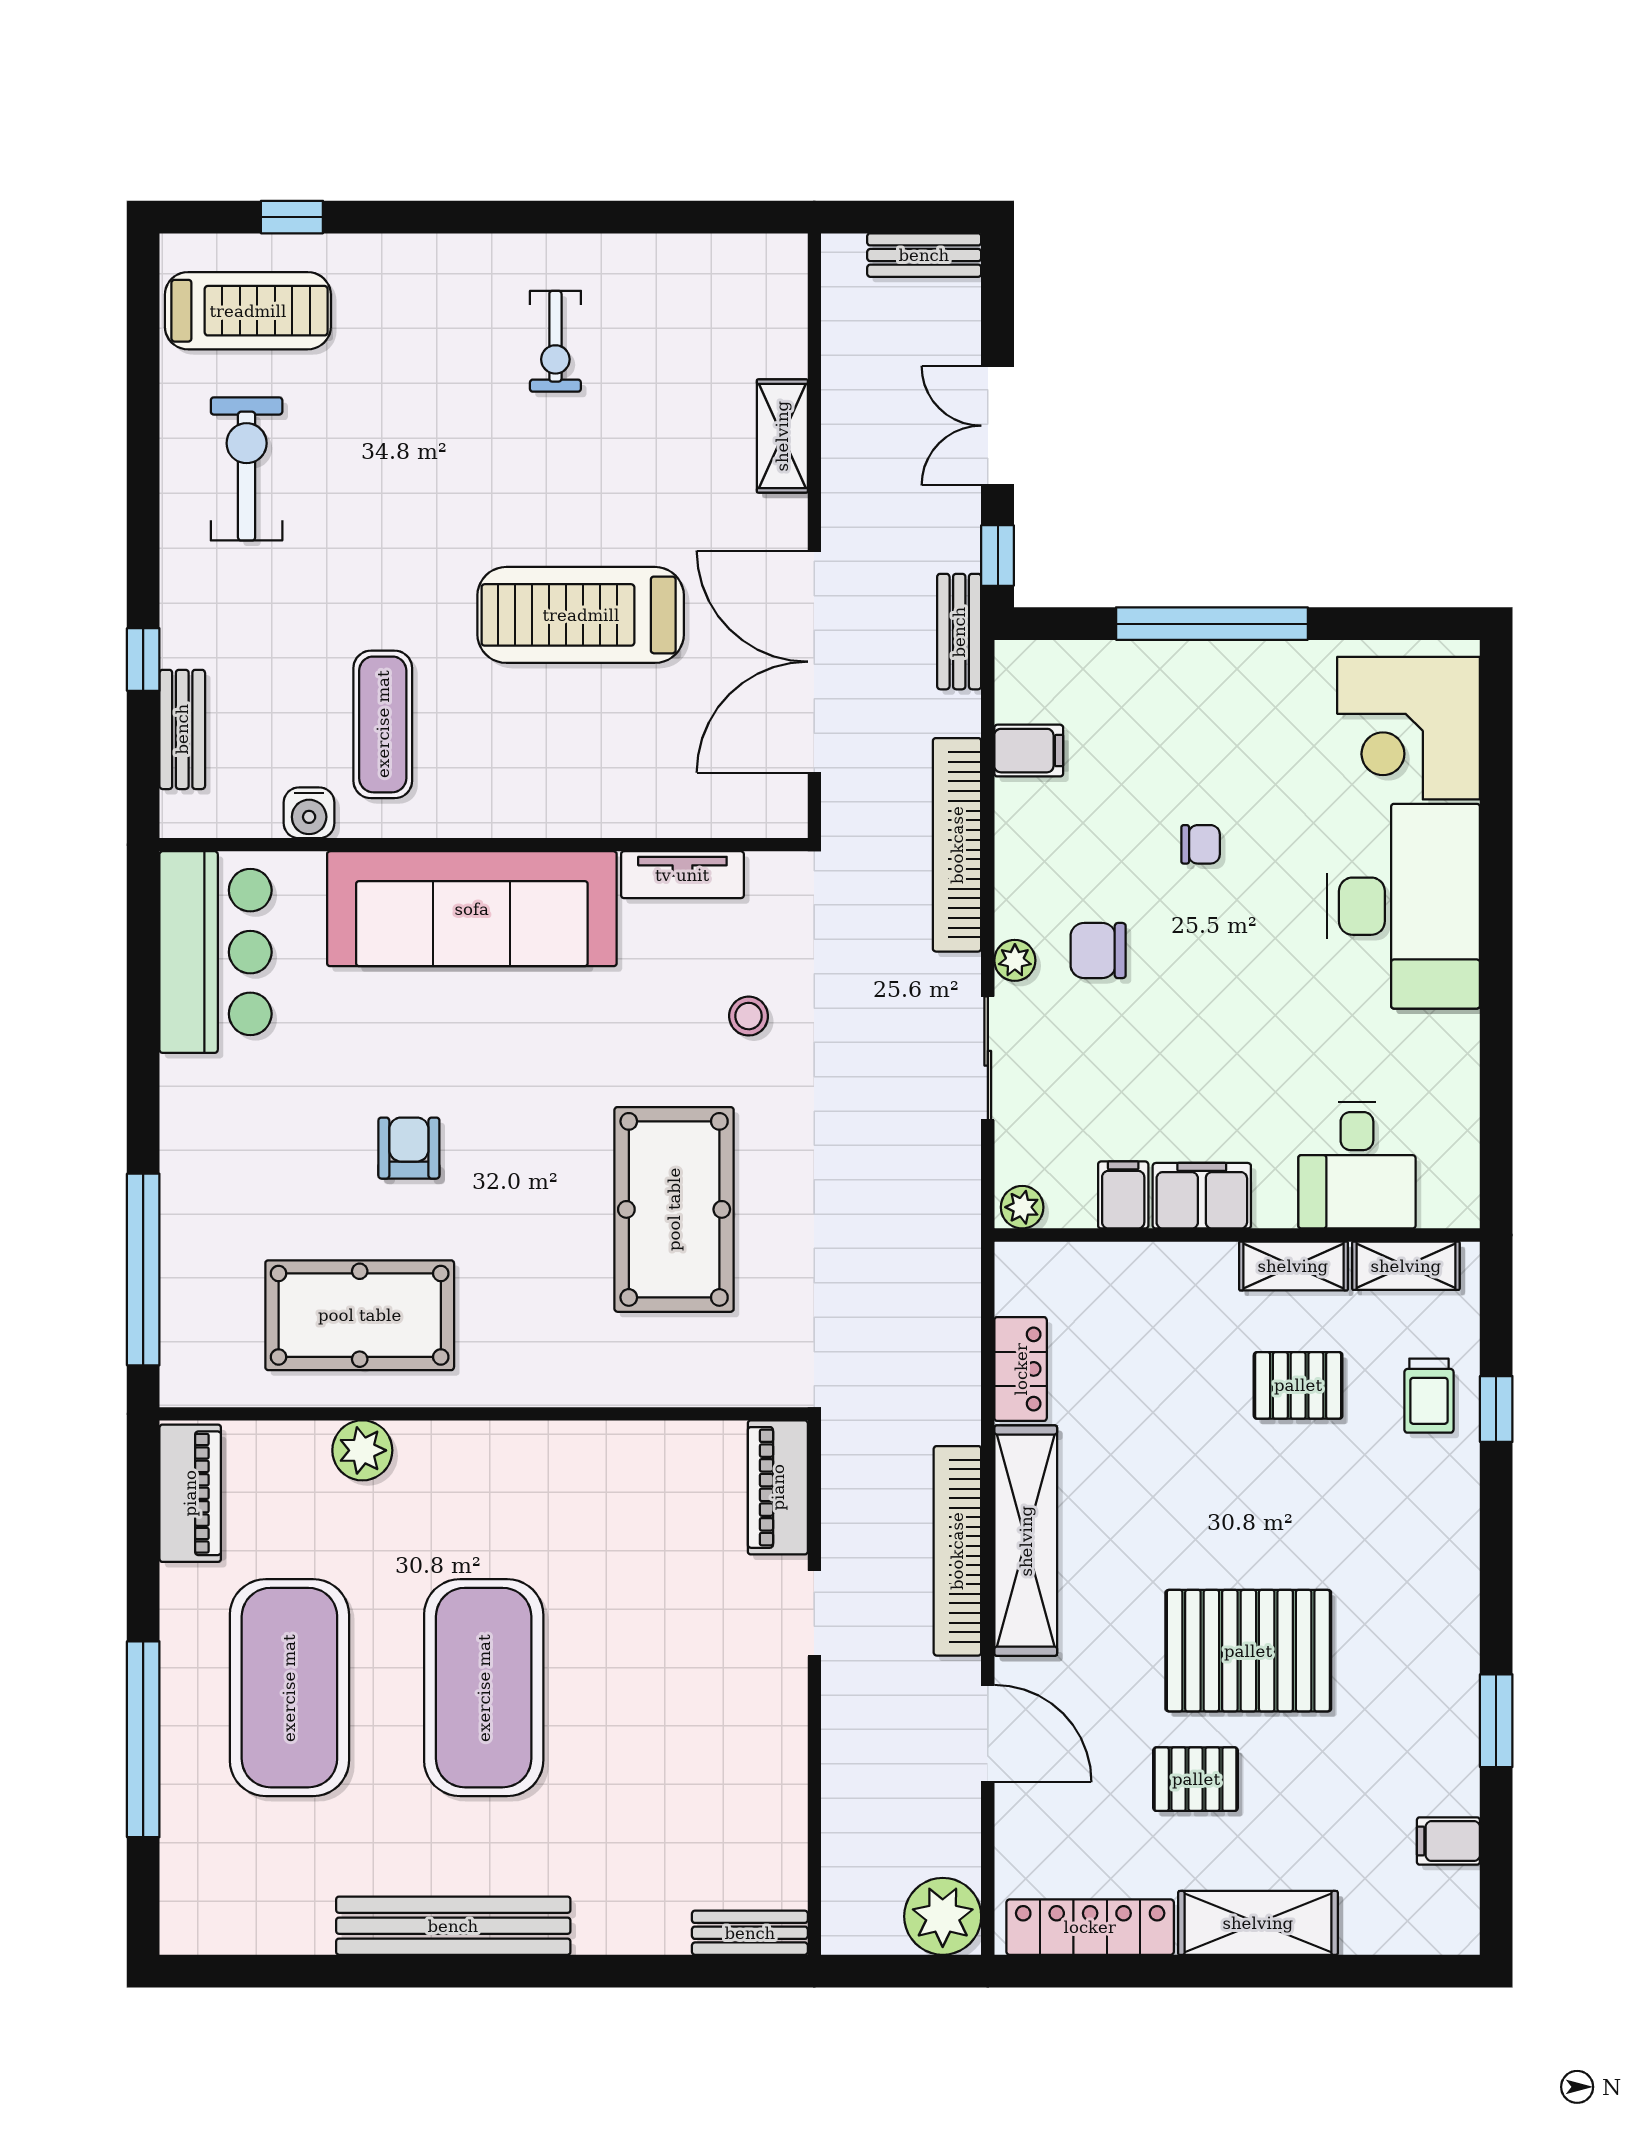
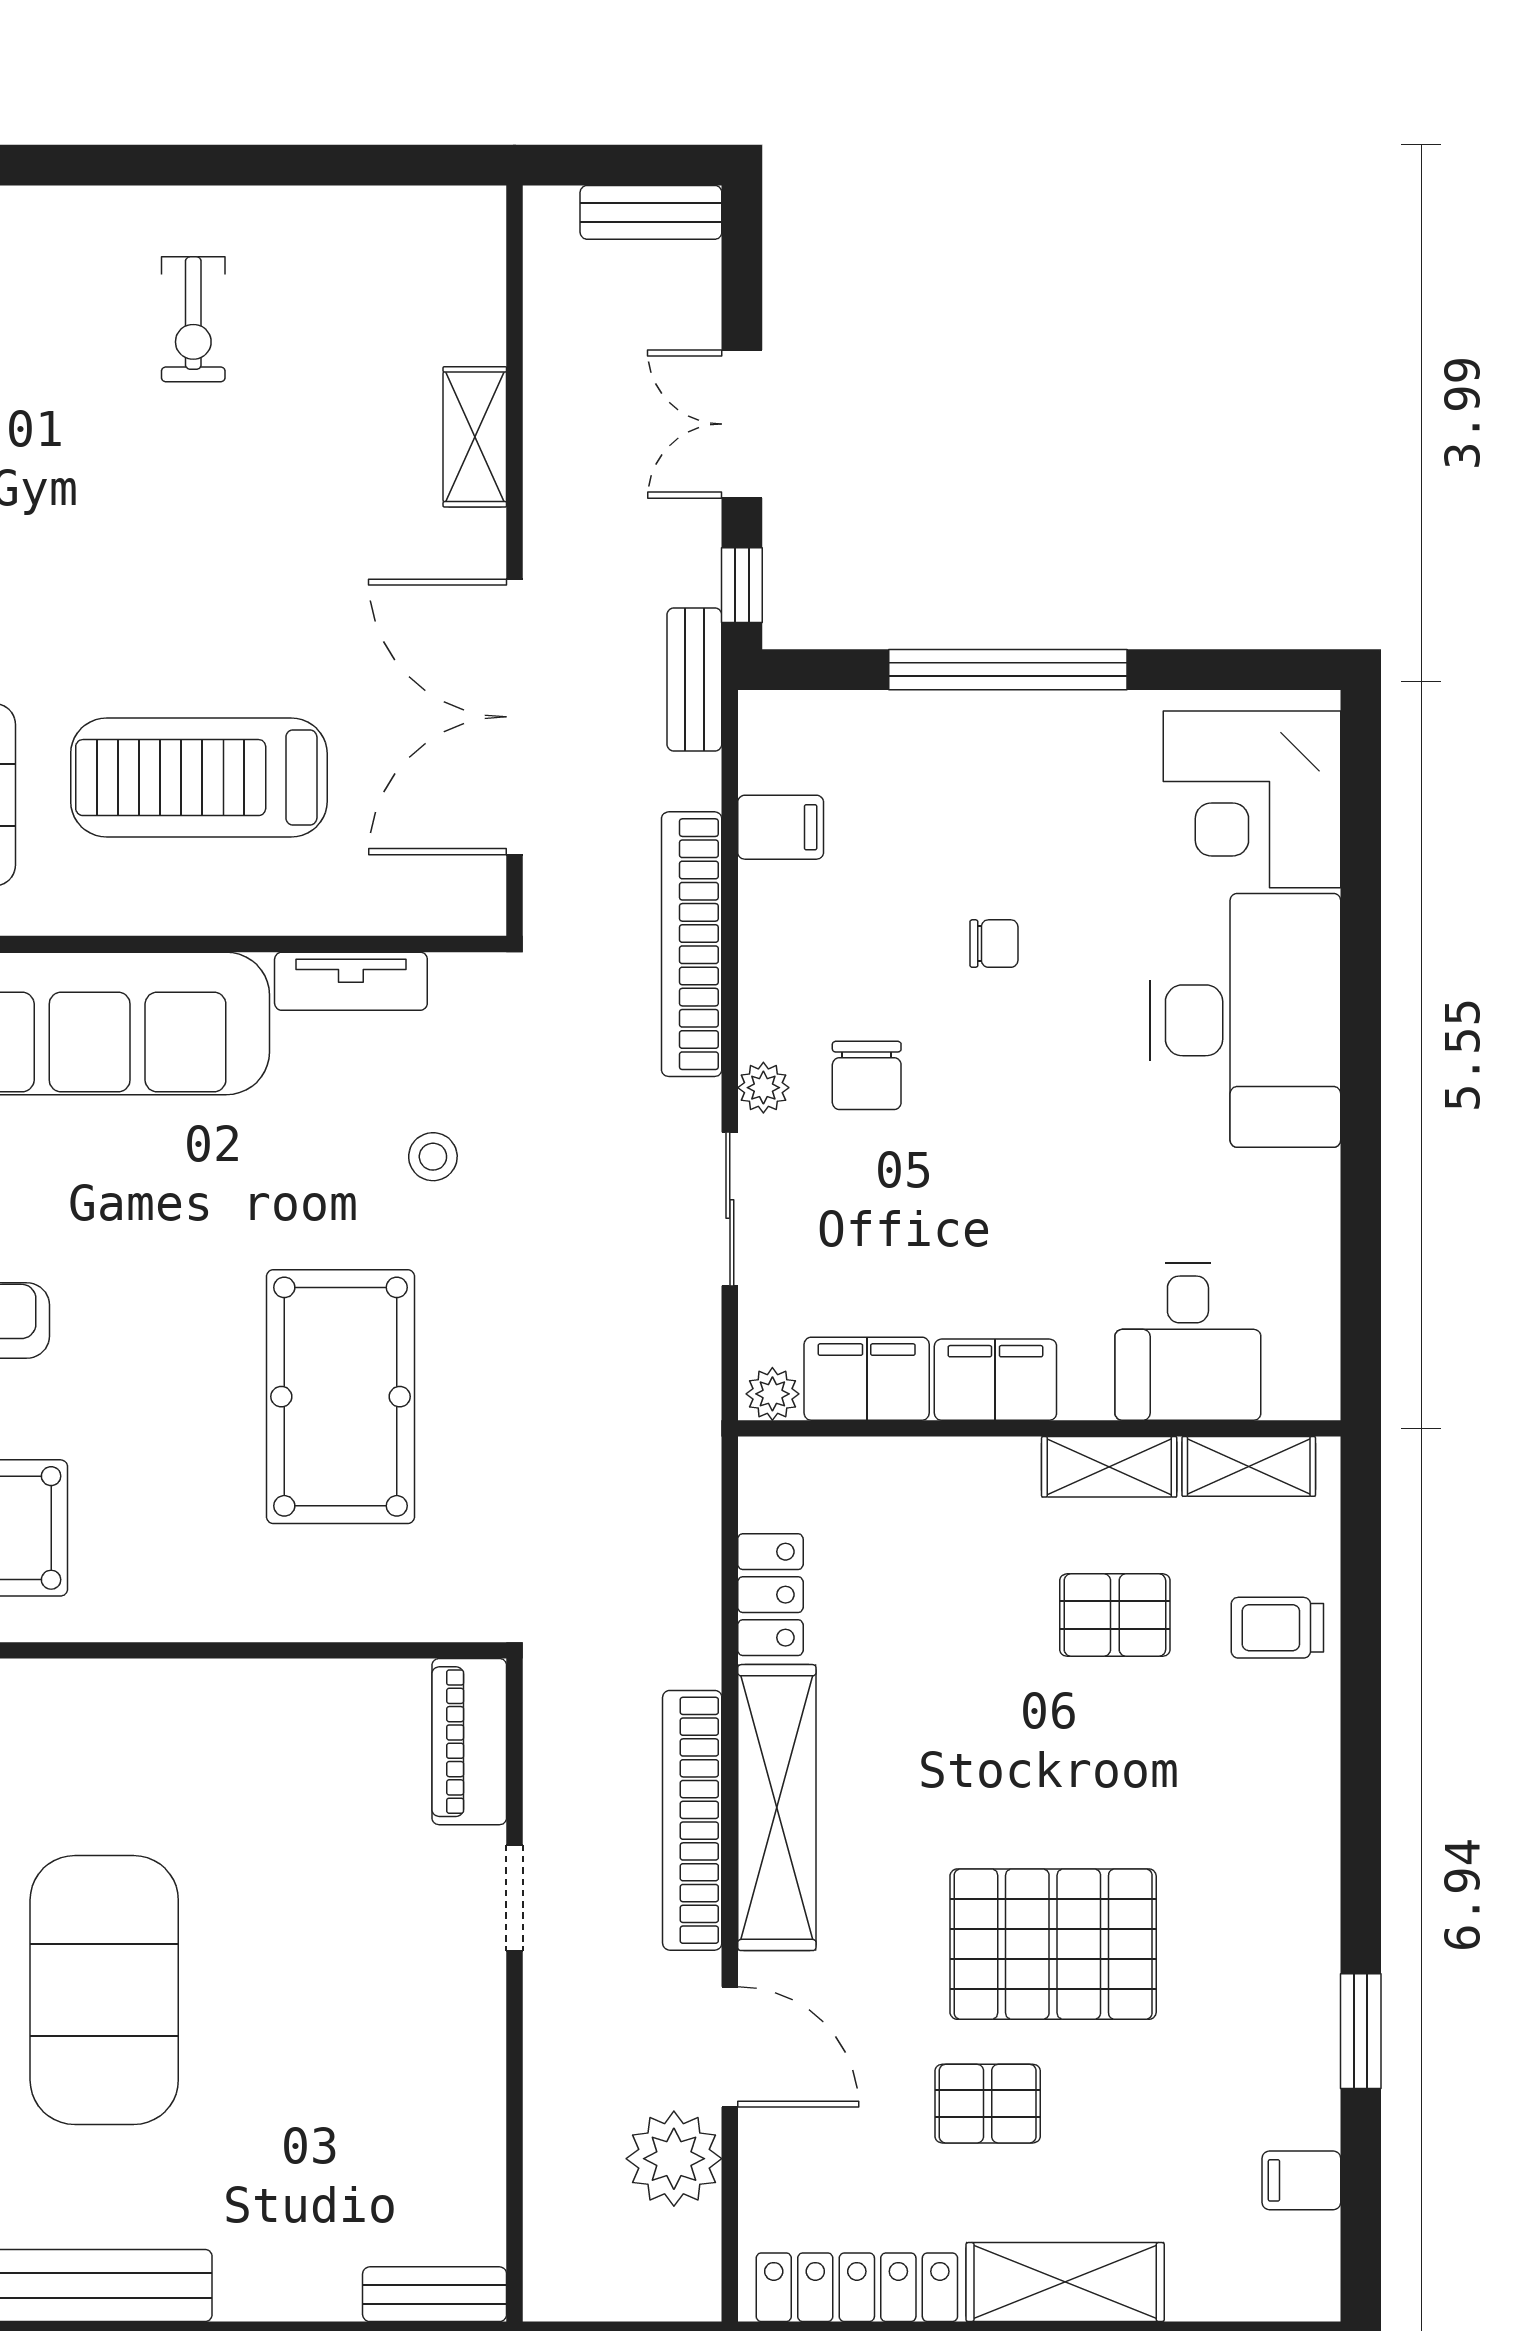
treadmill: (581, 615) -> (199, 778), moved
chair: (1098, 951) -> (867, 1075), turned -90
filing cabinet: (1123, 1195) -> (867, 1379), width x2.00
trolley: (1429, 1396) -> (1277, 1628), turned 90
window: (1496, 1409) -> (1361, 1644), removed
plant: (943, 1916) -> (674, 2159), moved

